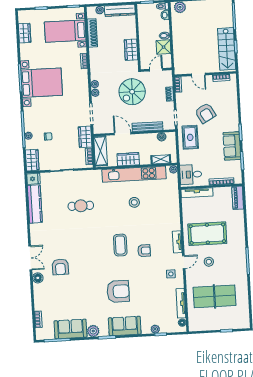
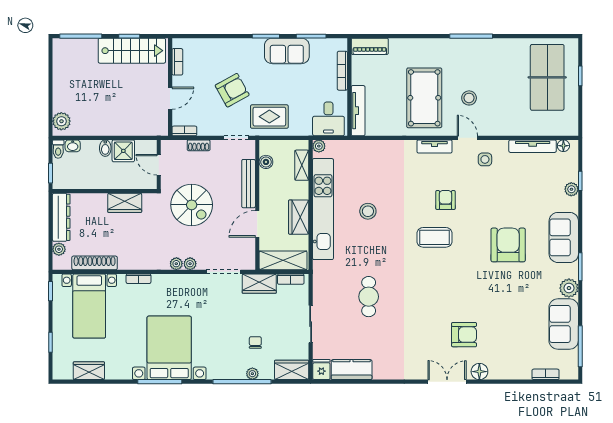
kitchen counter: (35, 204) -> (352, 370), width x0.67
table tennis table: (214, 296) -> (547, 77), moved

